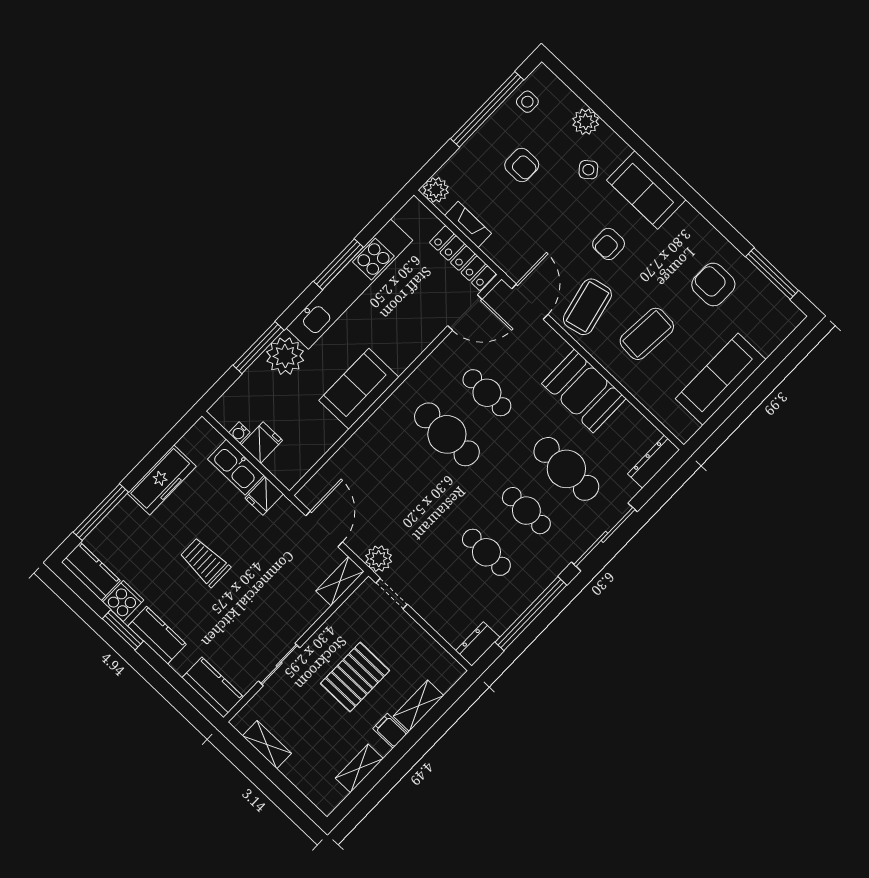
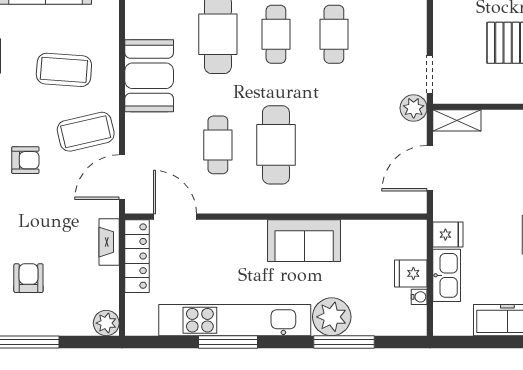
fireplace: (468, 225) -> (109, 242), moved

